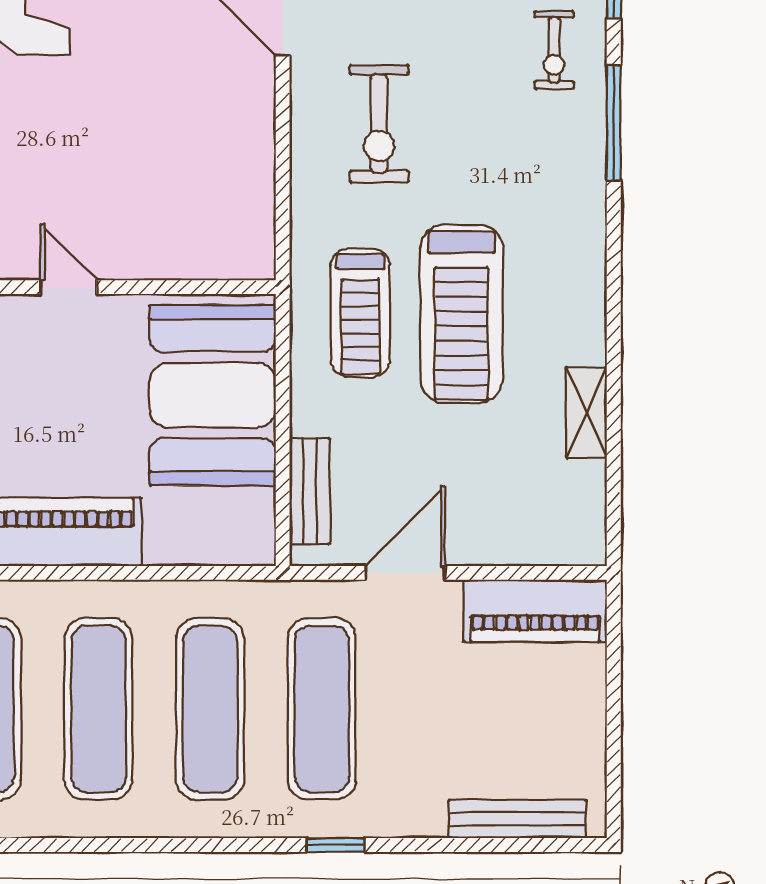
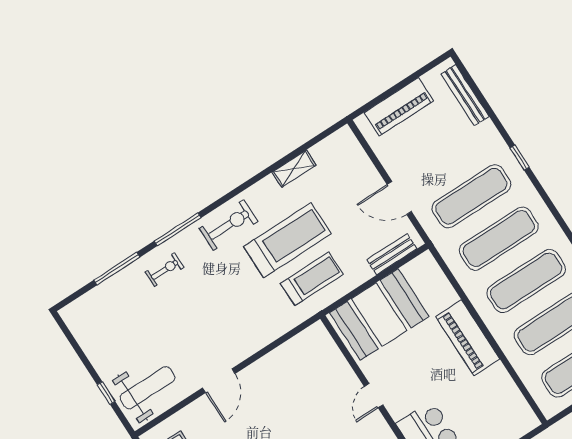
exercise bike: (379, 124) -> (229, 225), moved
piano: (535, 611) -> (399, 107), moved, turned 90

